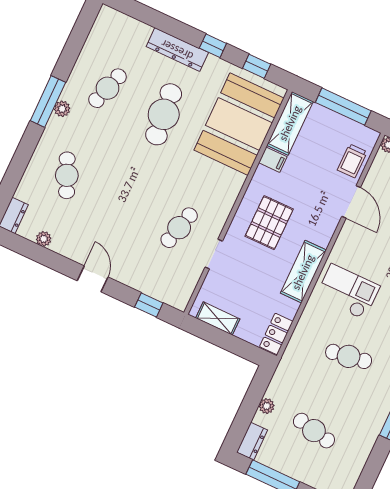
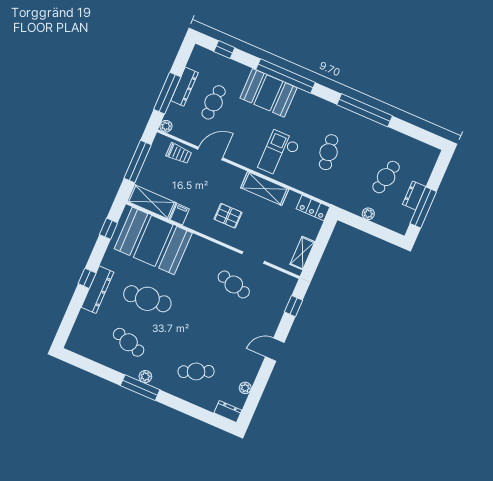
window: (213, 46) -> (87, 278), moved
pallet: (269, 223) -> (228, 216), width x0.67, depth x0.71
dresser: (252, 441) -> (414, 195), moved, turned -90

